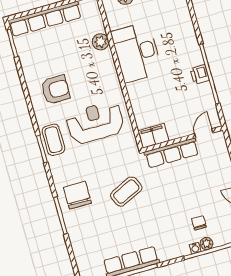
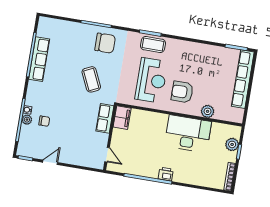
printer: (200, 74) -> (166, 174), moved
armchair: (55, 90) -> (182, 92), moved, turned 90
row of seats: (172, 153) -> (105, 118), width x0.68

